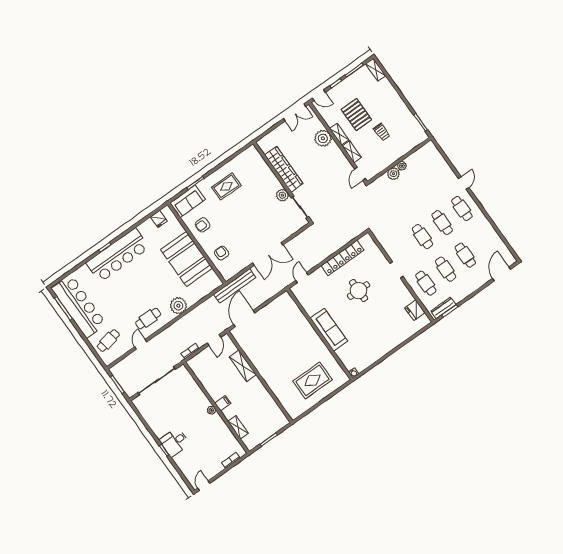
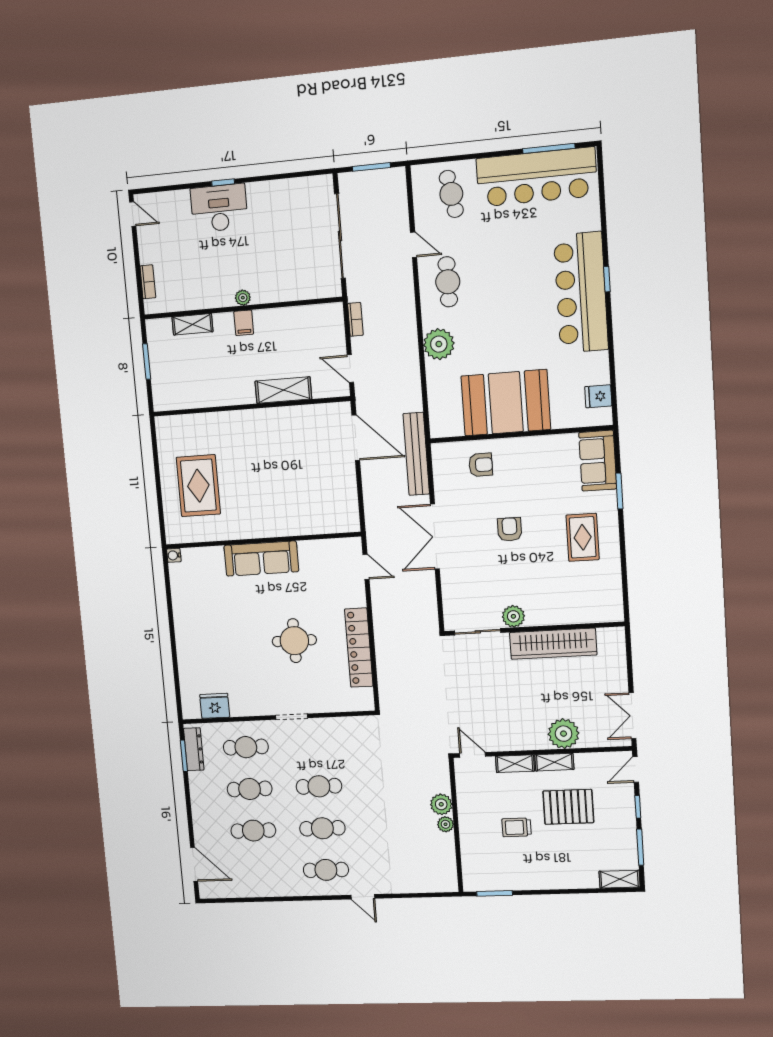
armchair: (203, 225) -> (510, 529), moved
desk: (175, 442) -> (219, 208), width x1.37

